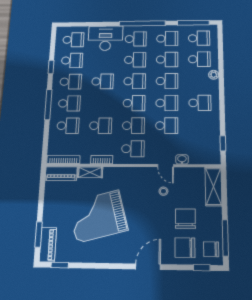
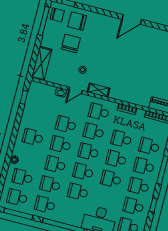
school desk: (136, 39) -> (116, 159), moved
door: (166, 166) -> (76, 90), swing flipped
shelving: (90, 172) -> (99, 90), moved
grand piano: (98, 216) -> (140, 63), removed
chair: (185, 219) -> (71, 43), turned 180
chair: (185, 248) -> (77, 21), turned 180
door: (148, 267) -> (132, 19), moved

